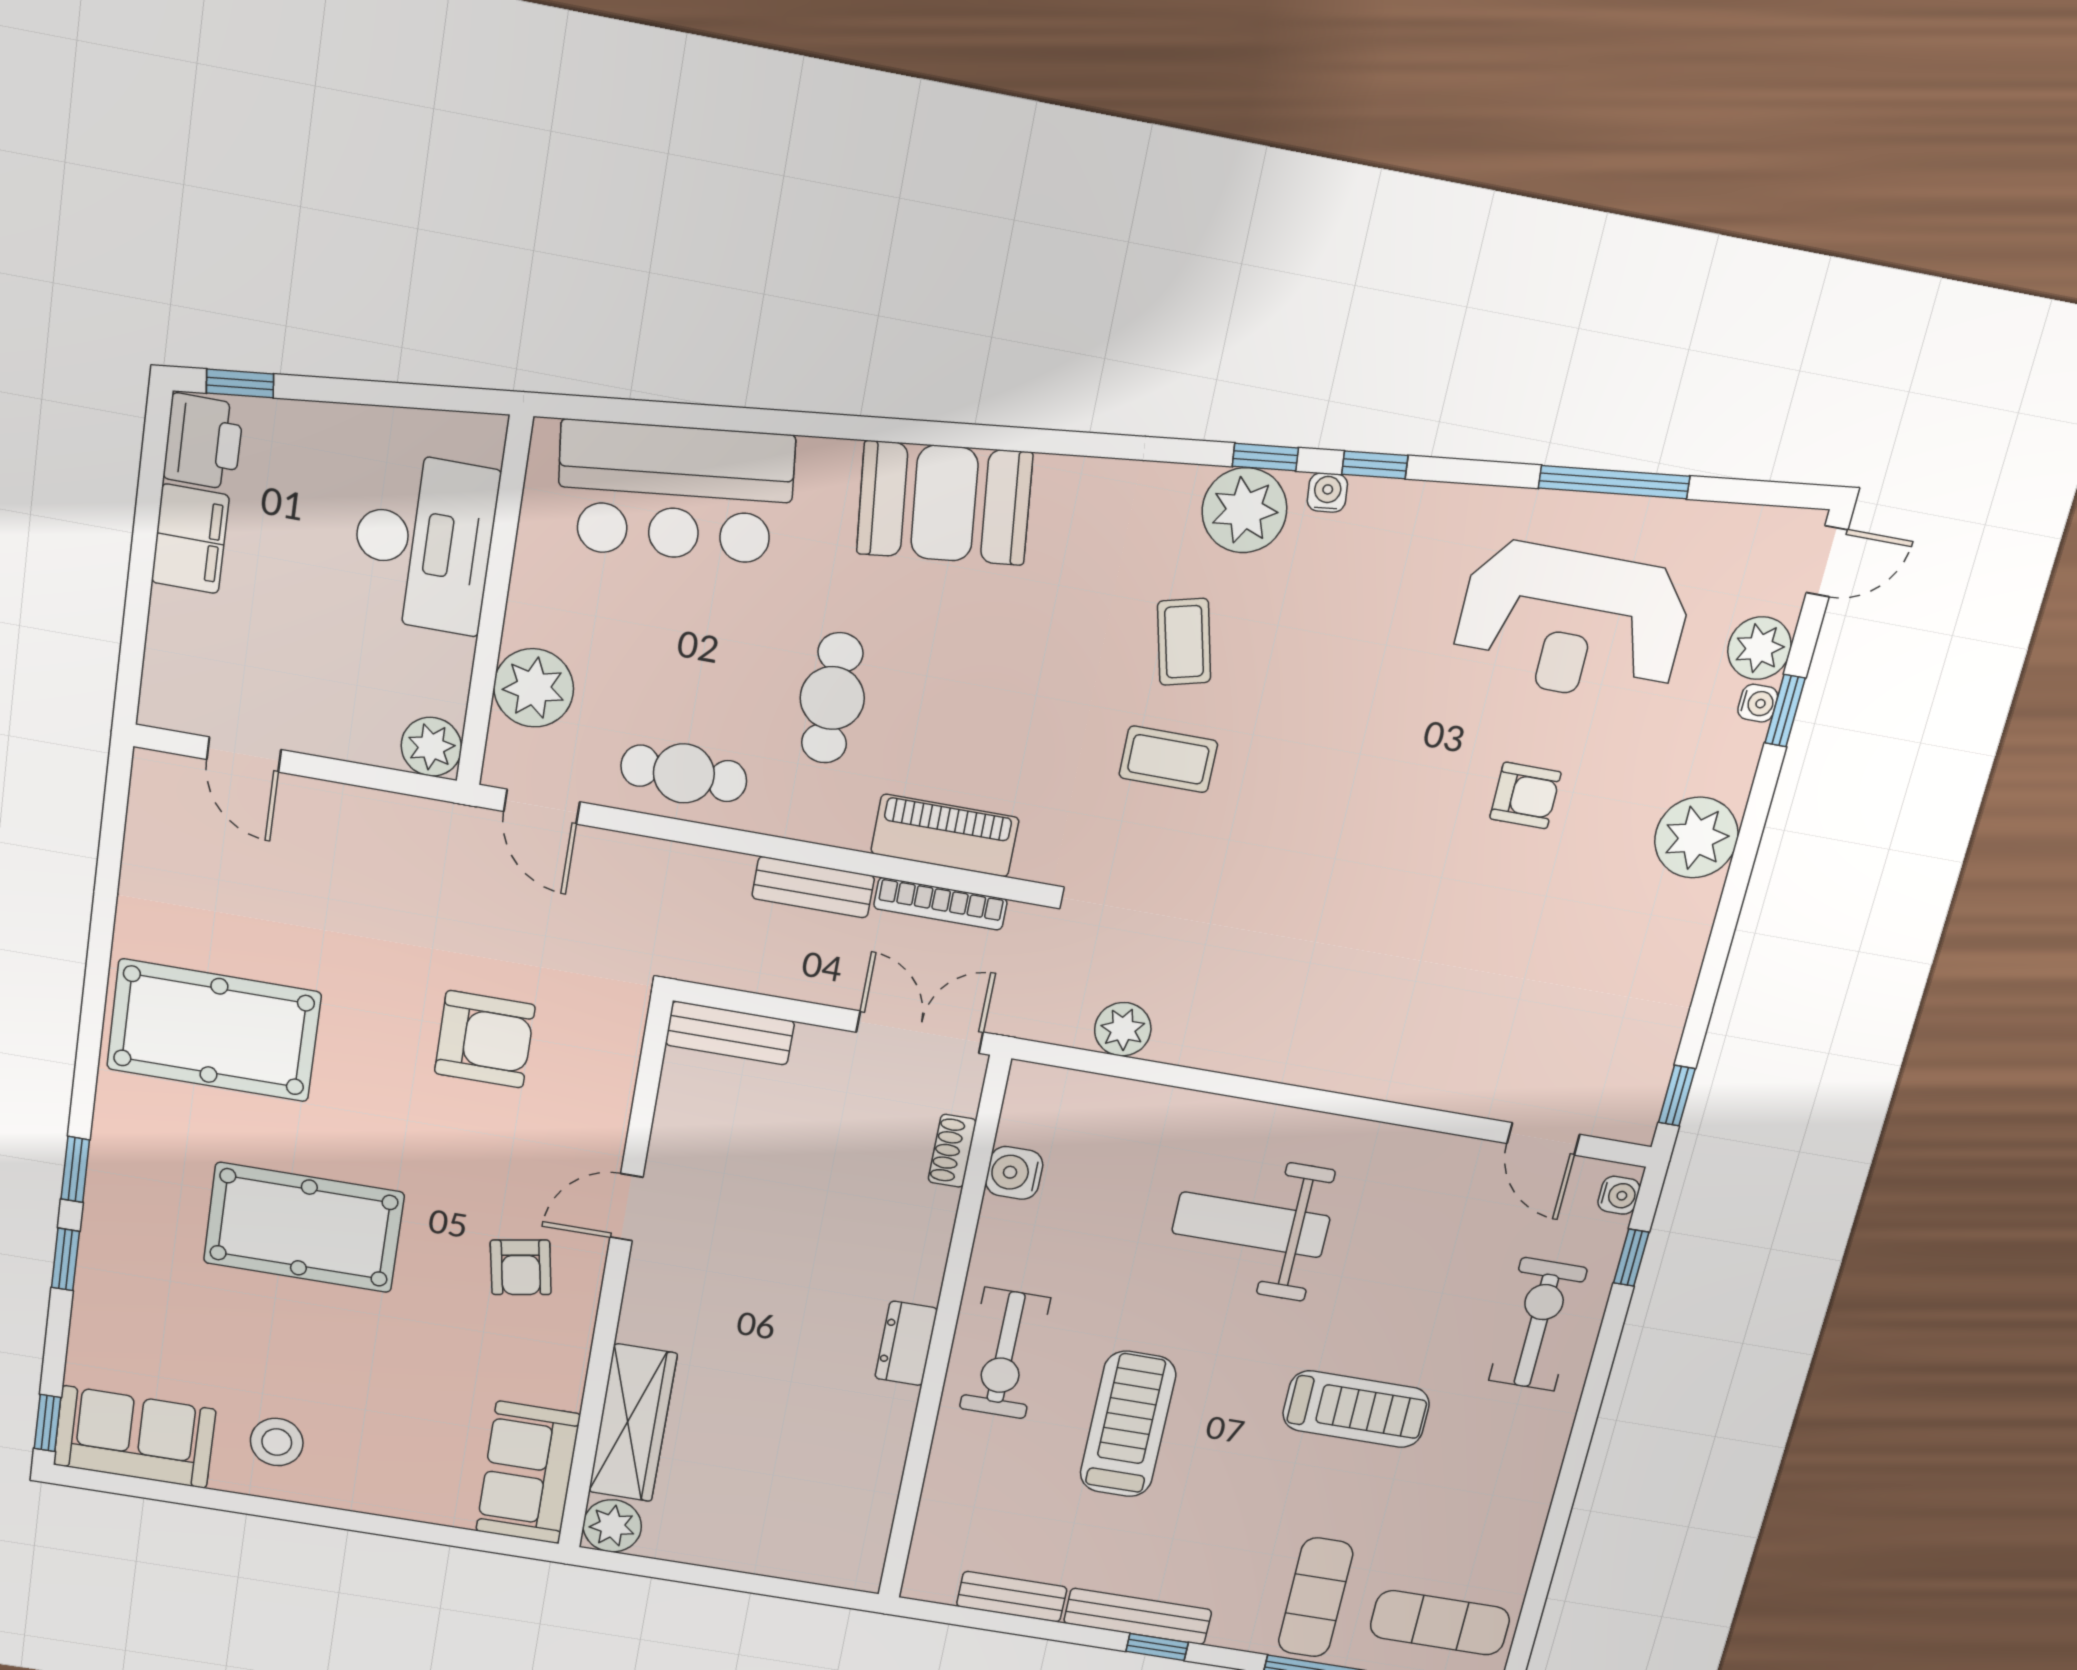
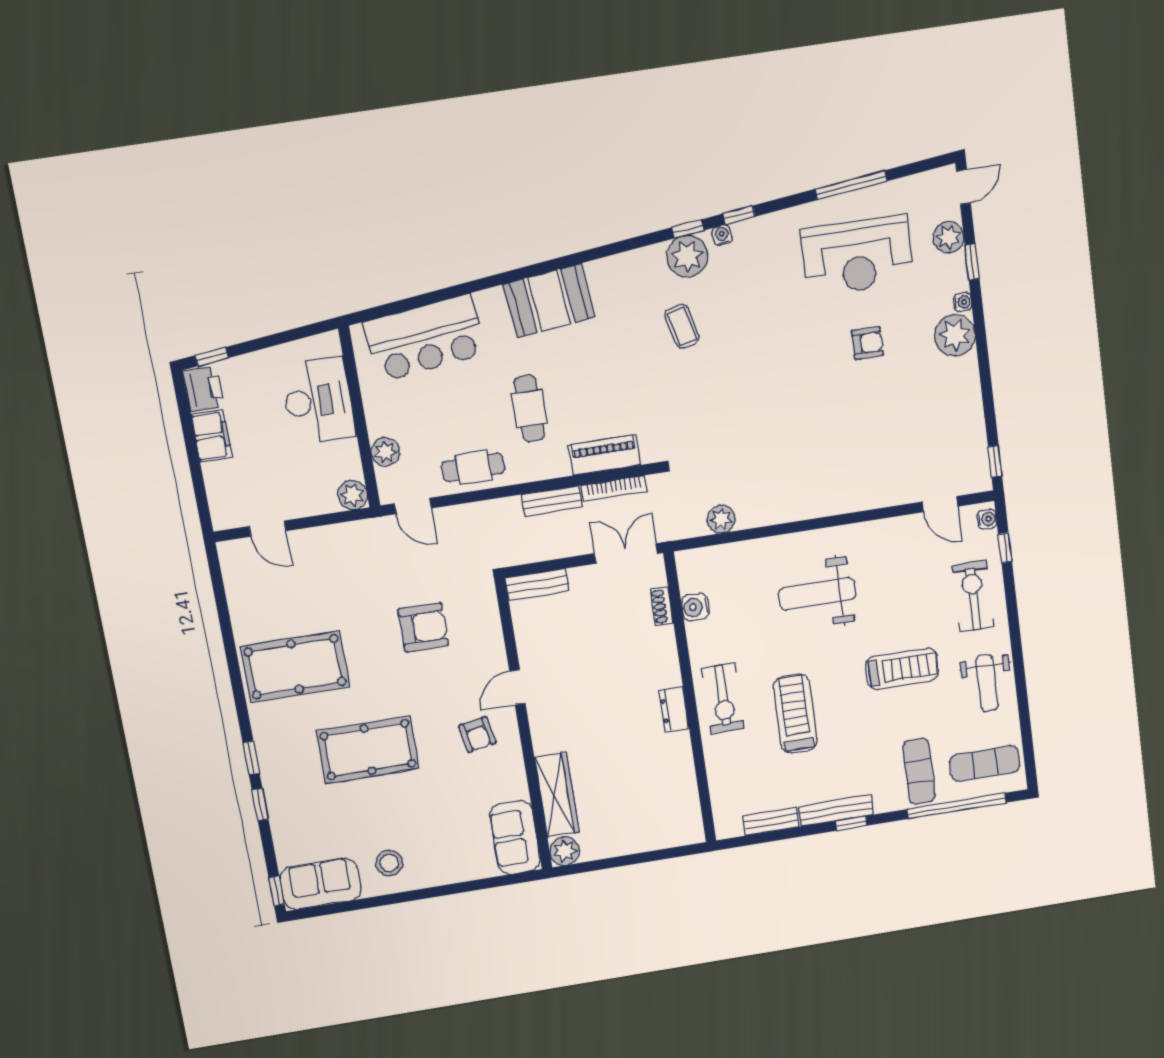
plant: (534, 688) -> (385, 452), width x0.73, depth x0.73
water cooler: (1758, 703) -> (963, 302), moved
coffee table: (1168, 759) -> (695, 383), removed
weight bench: (1500, 1485) -> (987, 683), added

